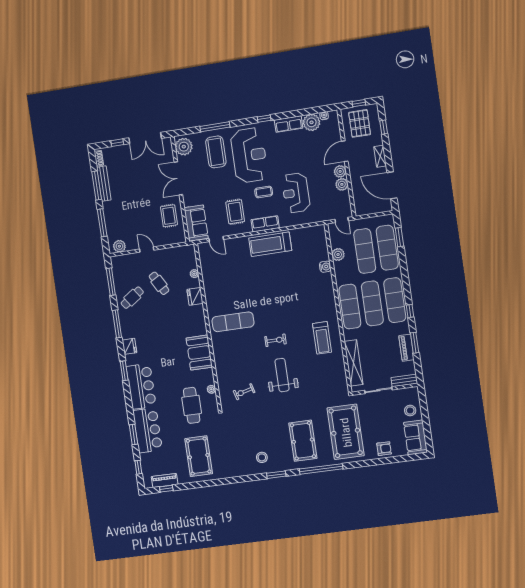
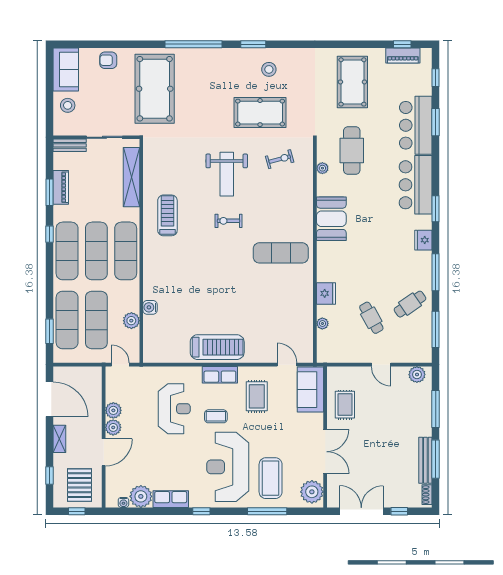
pool table: (303, 441) -> (260, 113), moved, turned 90

